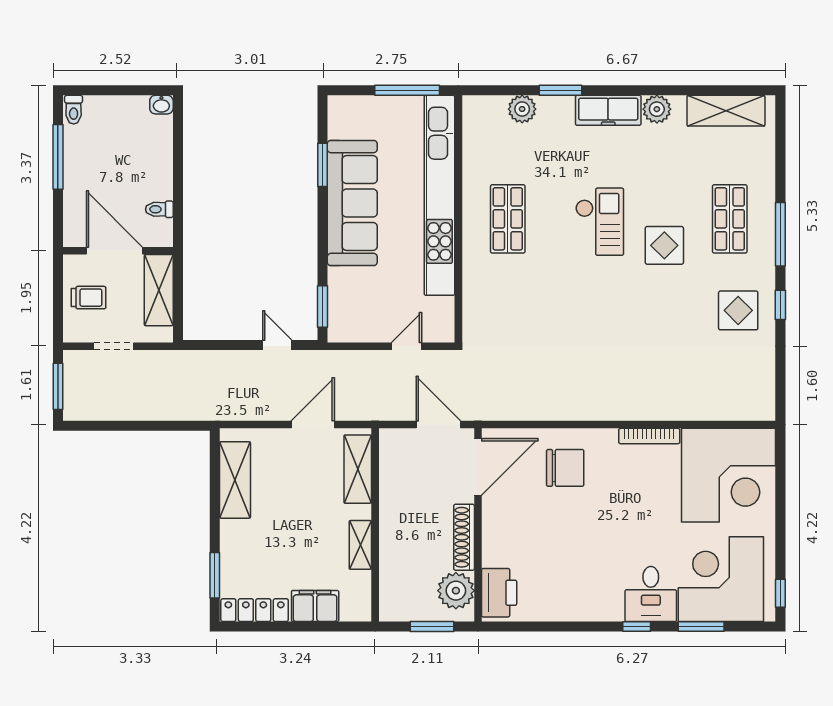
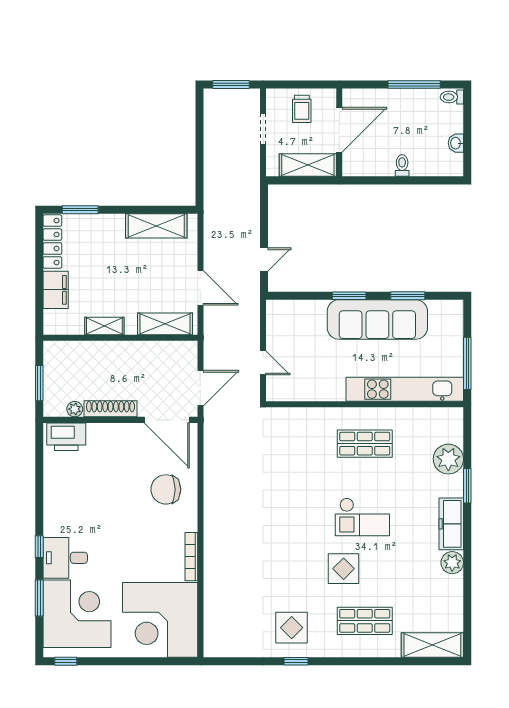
washbasin: (161, 105) -> (456, 143), moved
plant: (522, 109) -> (448, 459), width x1.36, depth x1.36
shelving: (726, 111) -> (432, 645), moved, turned 90
kitchen unit: (439, 195) -> (405, 389), width x0.73
toilet: (159, 209) -> (402, 165), moved
window: (780, 234) -> (352, 661), removed
window: (322, 306) -> (349, 296), moved
chair: (565, 468) -> (166, 489), turned 90
plant: (456, 591) -> (75, 409), width x0.53, depth x0.53

